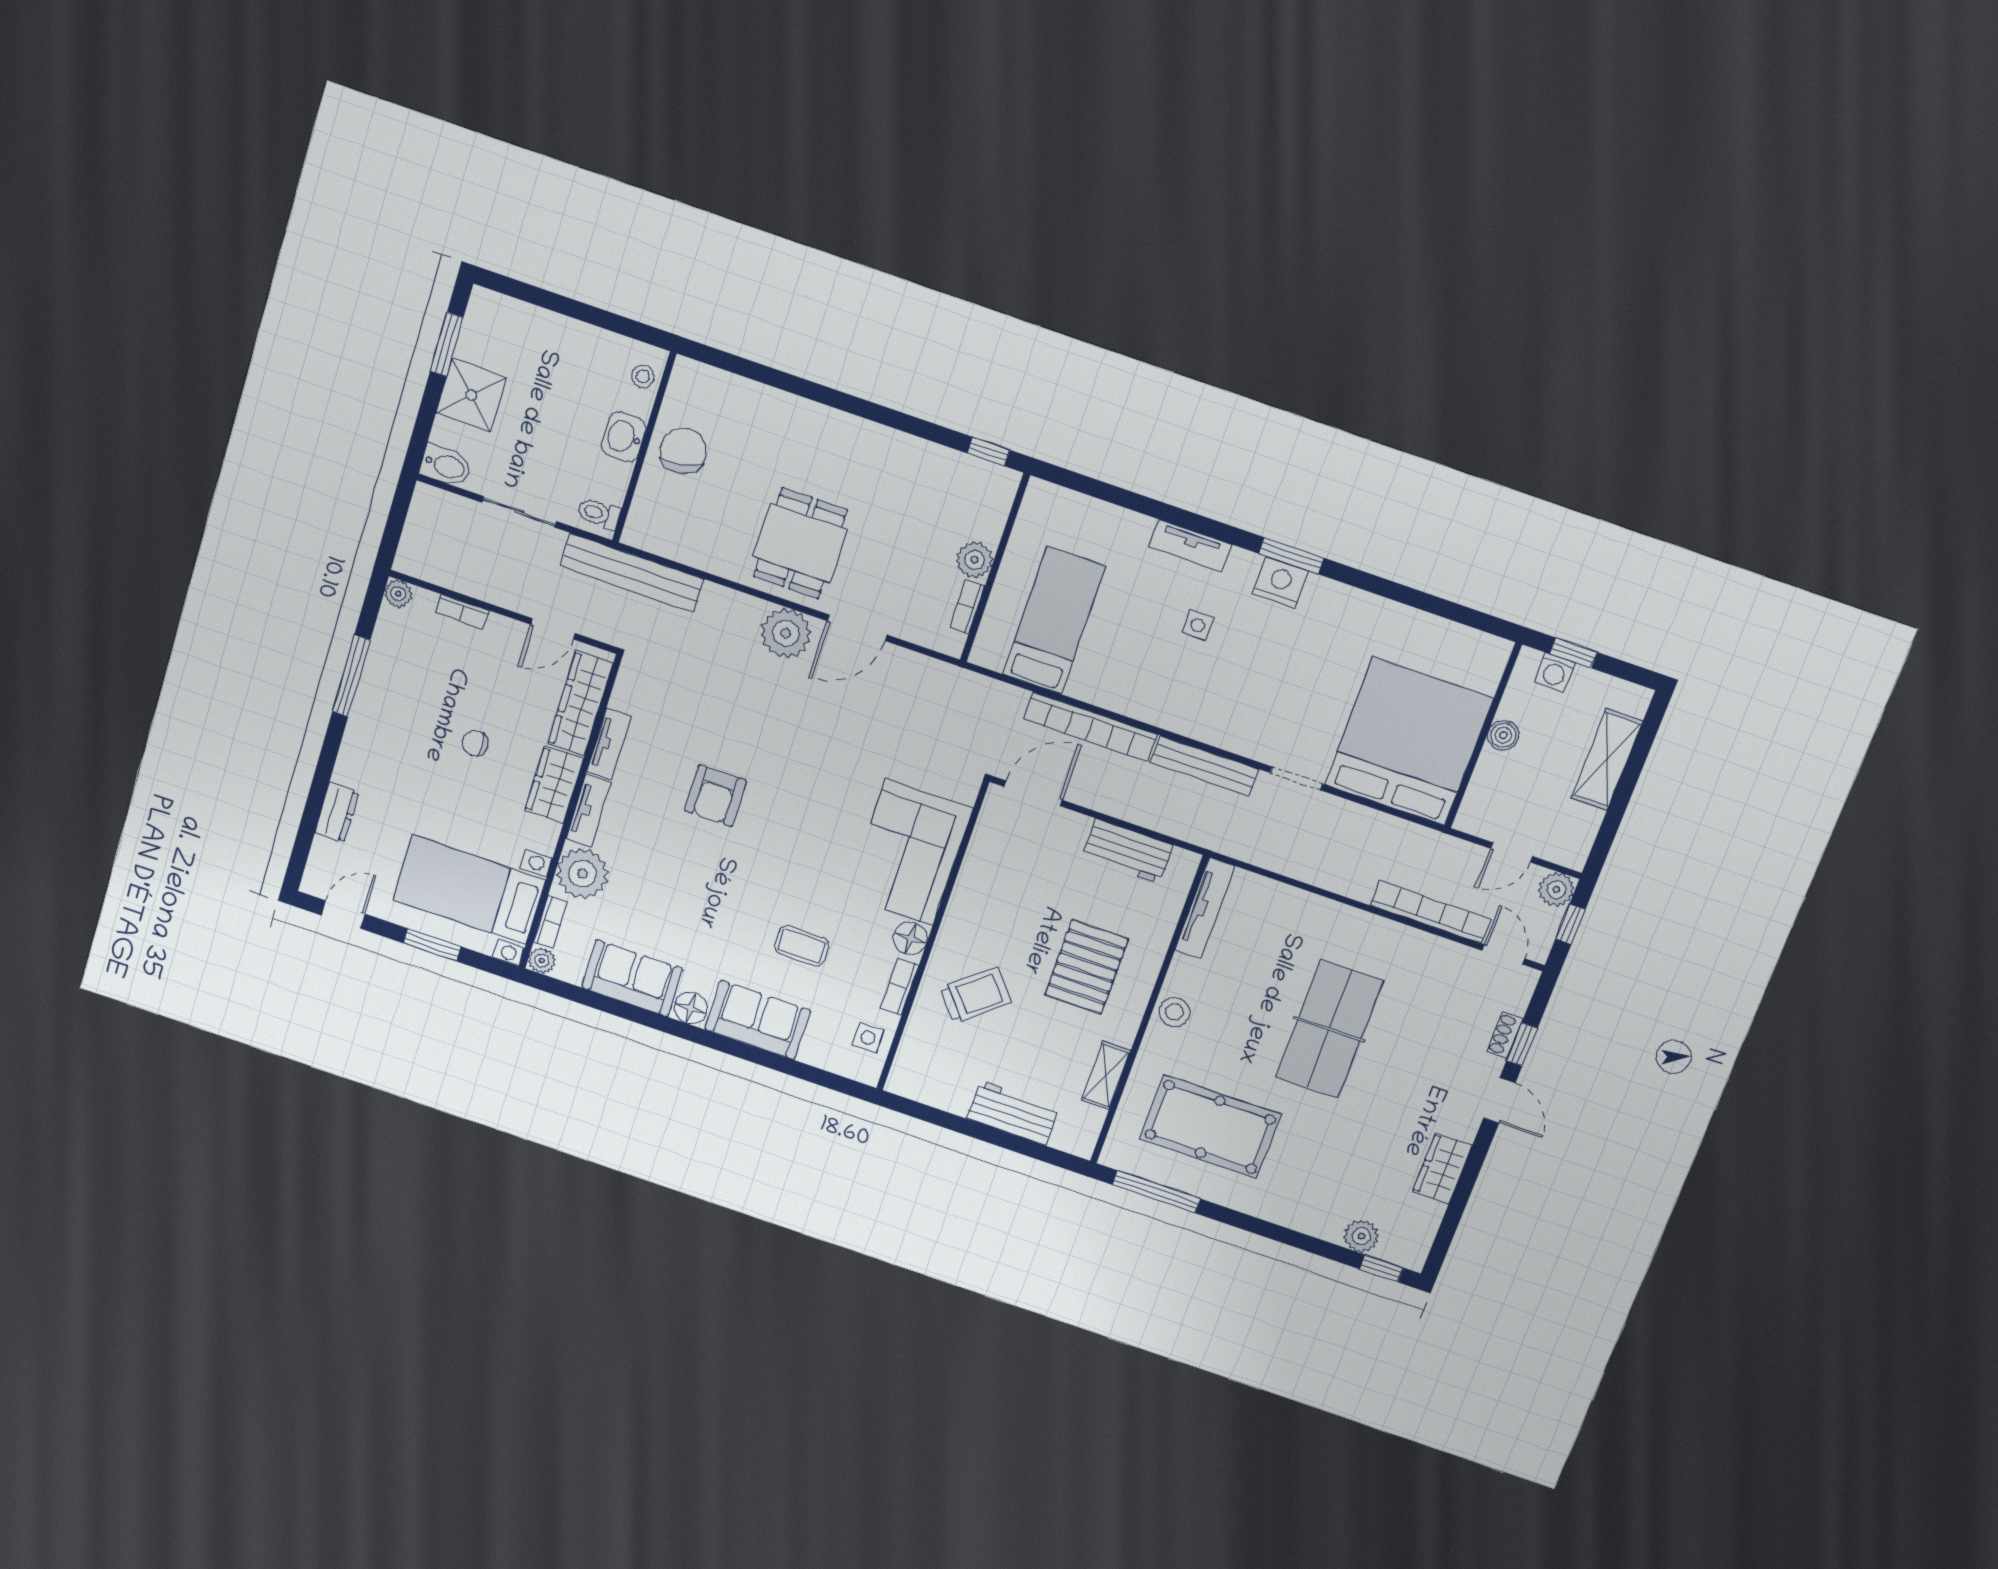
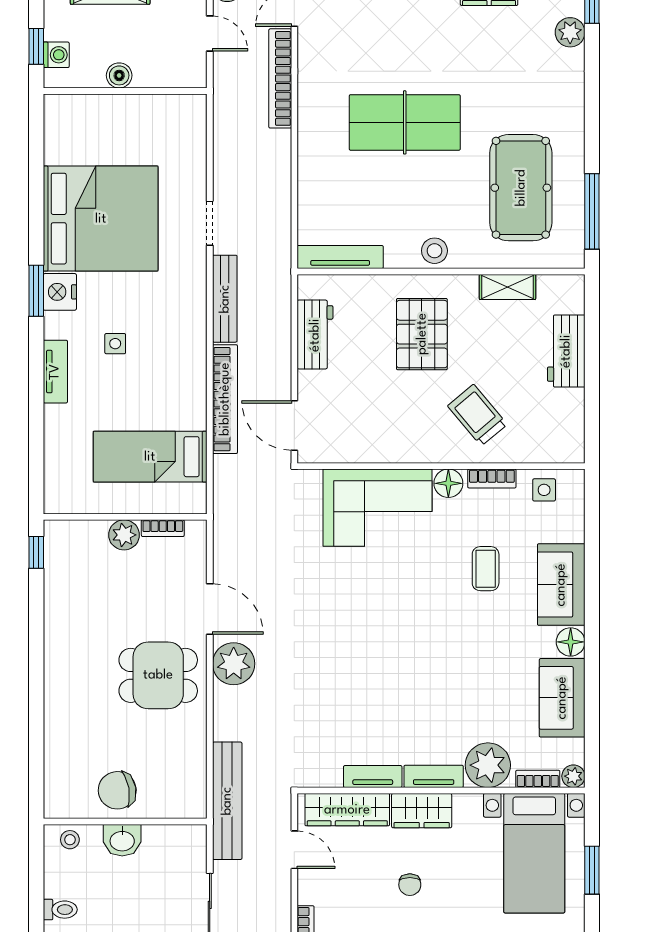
toilet: (599, 514) -> (60, 910), moved, turned -90
bed: (1409, 742) -> (101, 219), moved, turned 180
armchair: (715, 796) -> (385, 678), removed
pallet: (1087, 967) -> (422, 334), turned 90

